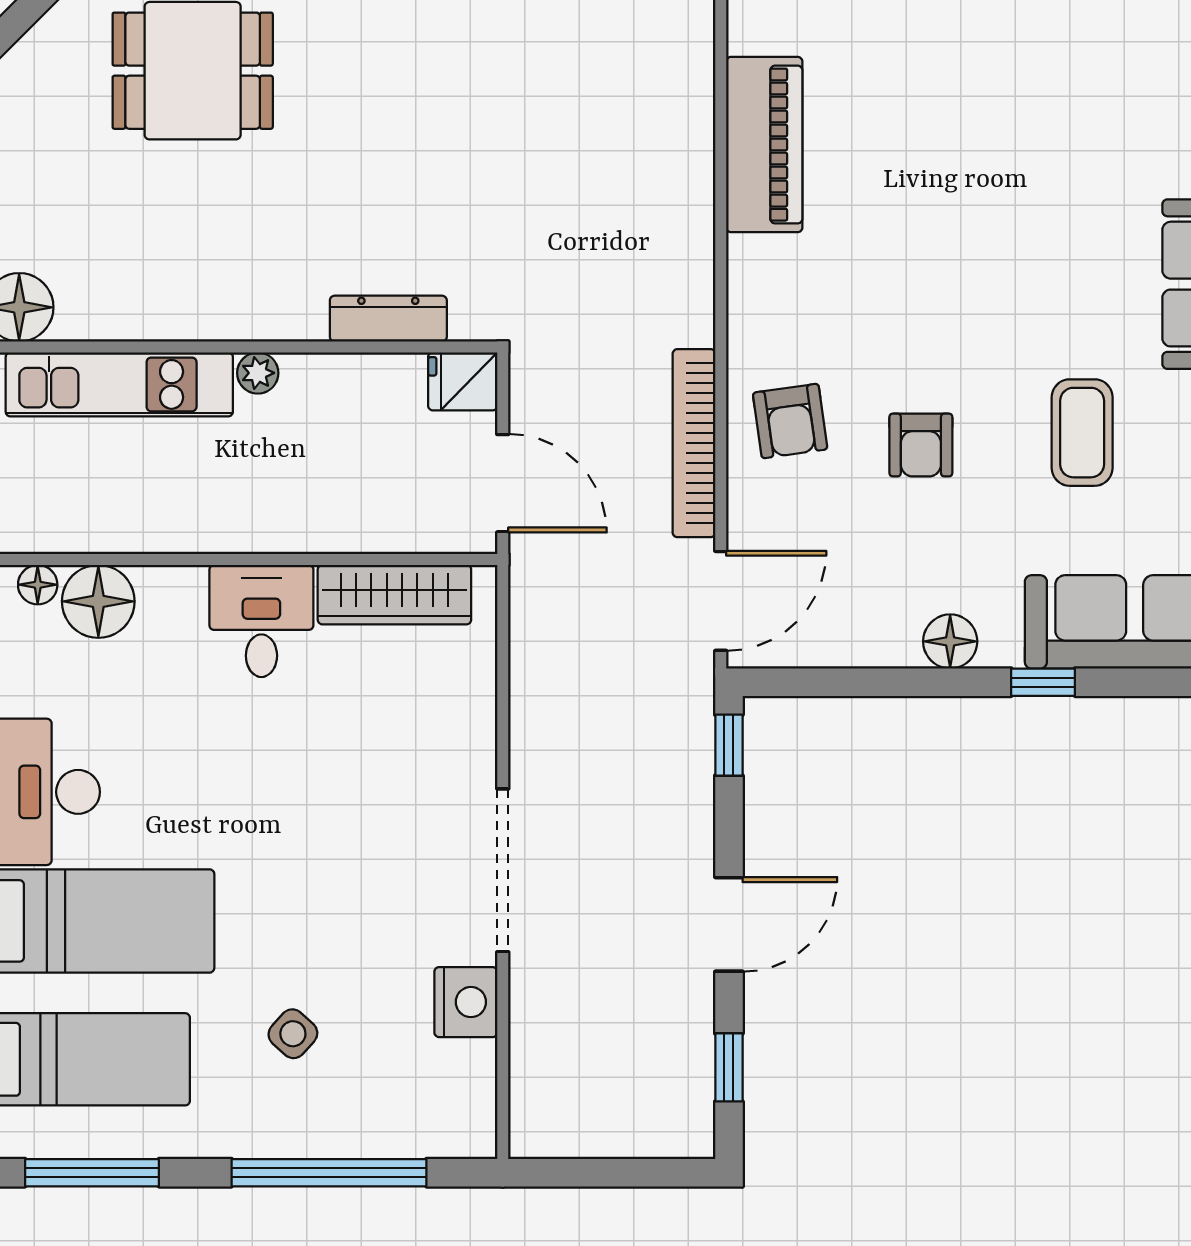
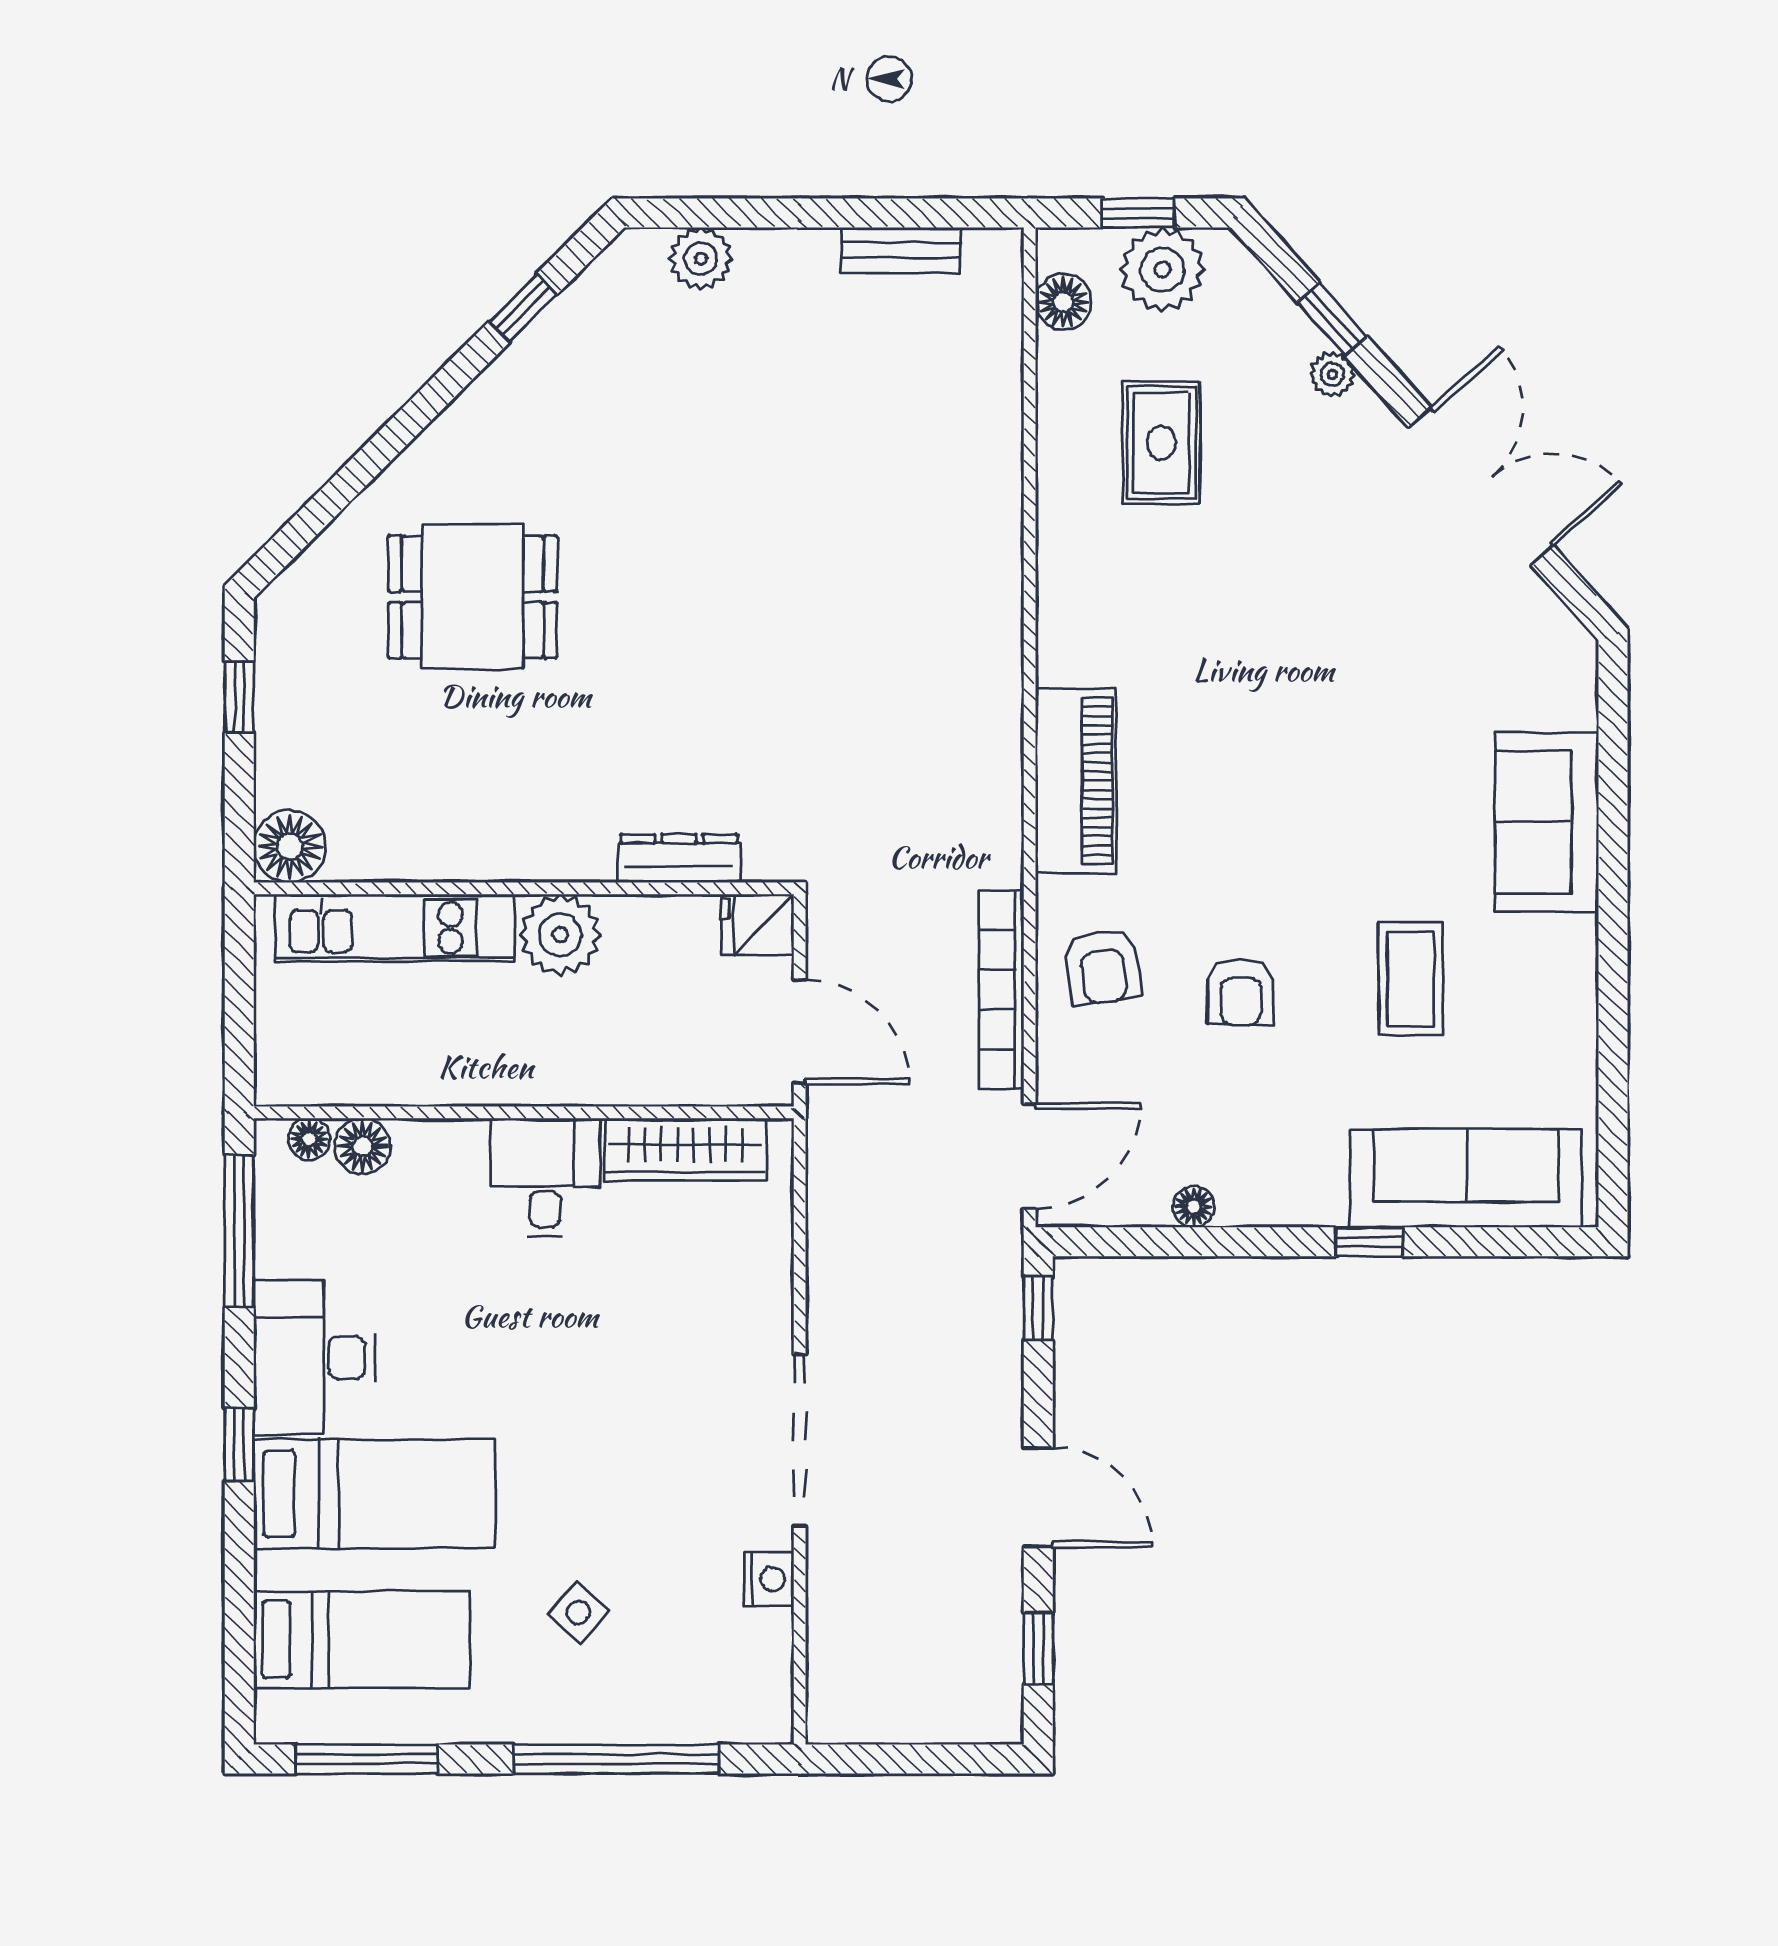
piano: (764, 145) -> (1075, 781), moved
plant: (258, 373) -> (560, 935), width x1.88, depth x1.88
floor lamp: (98, 601) -> (363, 1146), width x0.73, depth x0.73
floor lamp: (950, 641) -> (1194, 1207), moved, width x0.73, depth x0.73
door: (729, 924) -> (1038, 1497), hinge flipped
nightstand: (466, 1002) -> (769, 1579), width x0.74, depth x0.75

